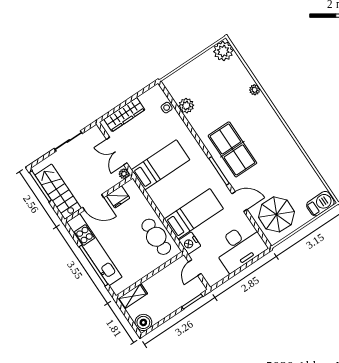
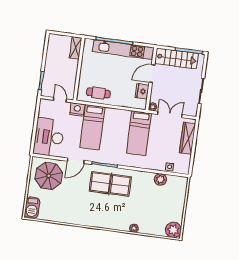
cafe table: (156, 237) -> (98, 93), width x0.73, depth x0.74
boiler: (143, 322) -> (54, 40), removed

